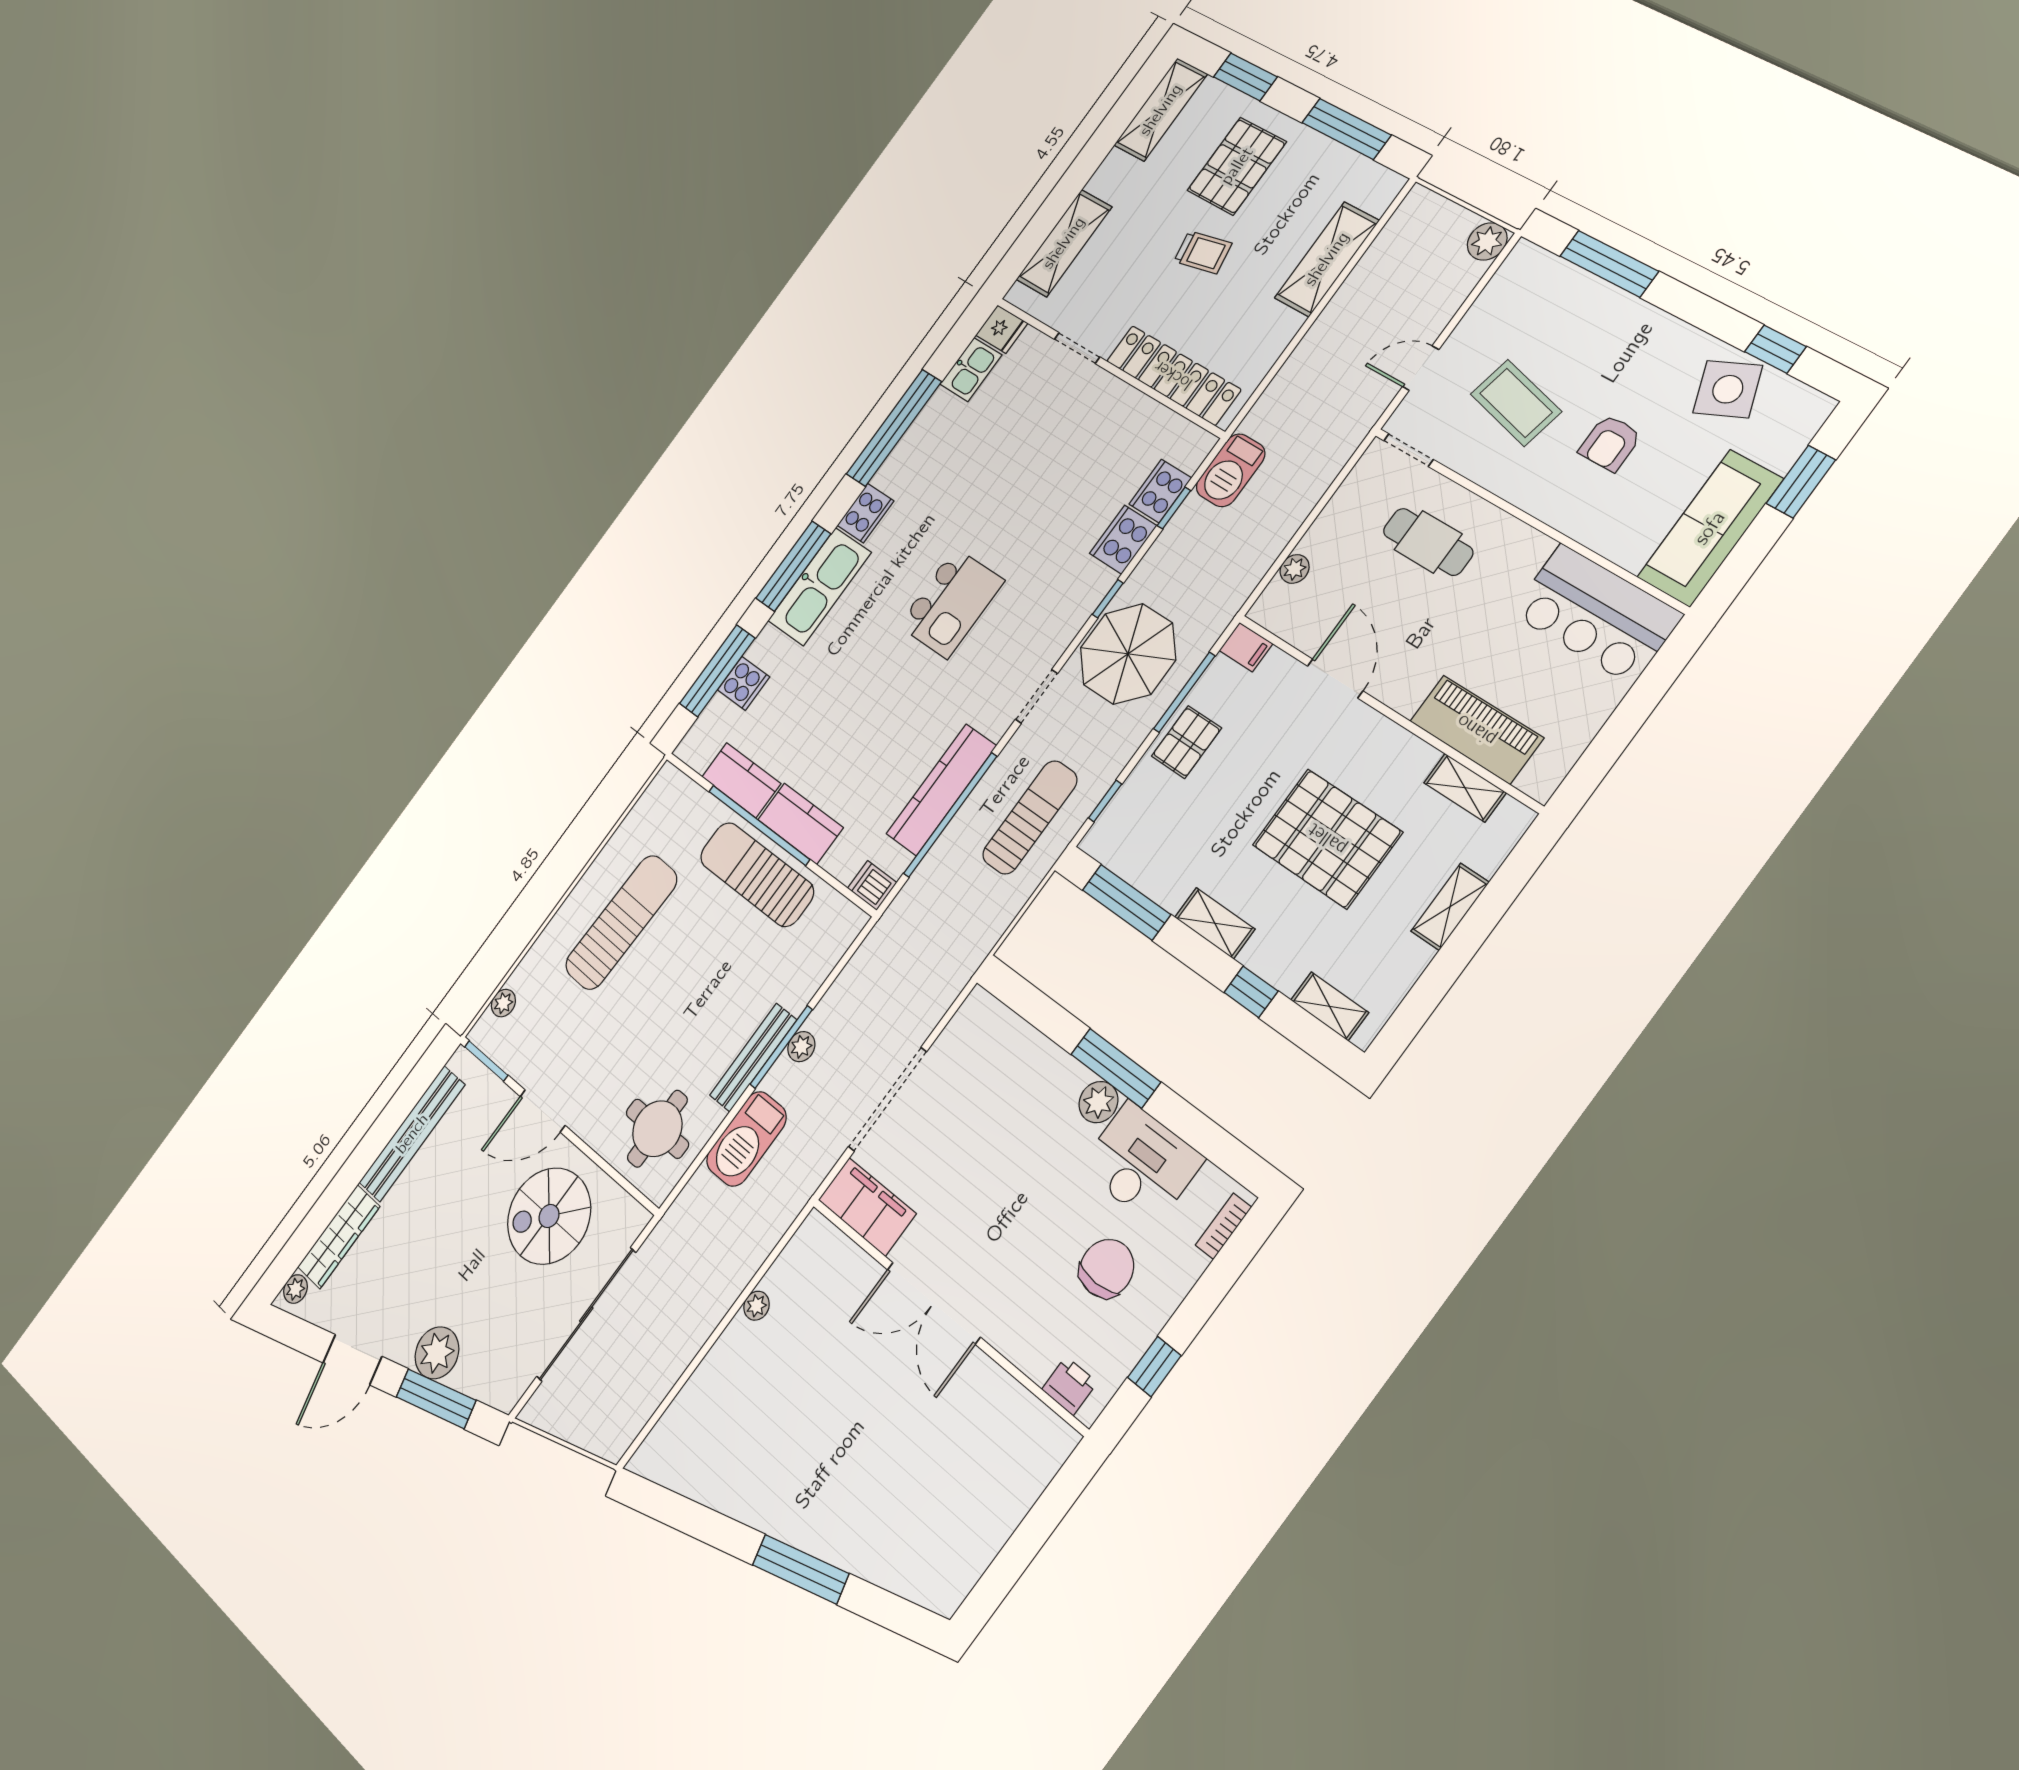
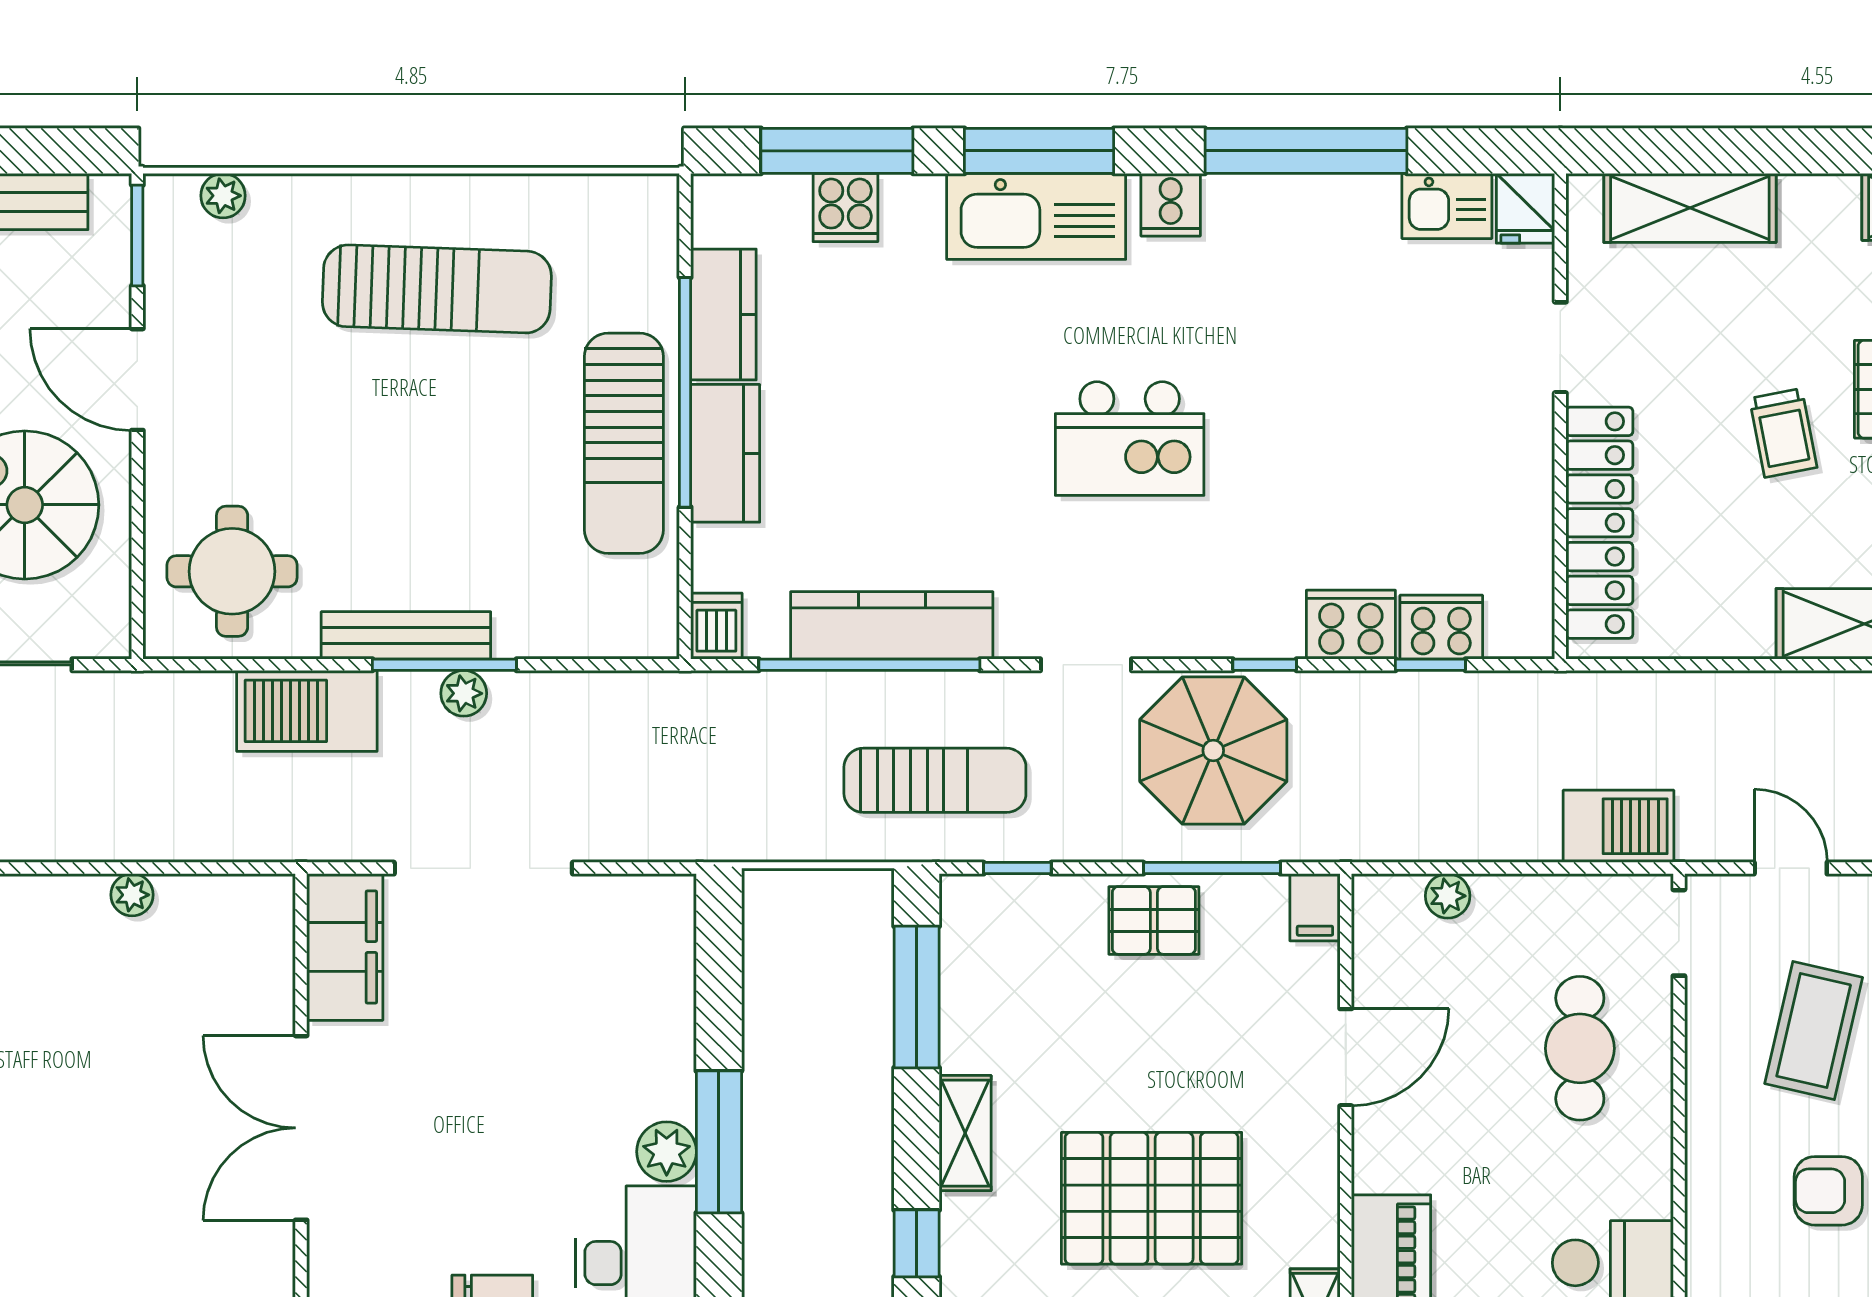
barbecue: (1231, 470) -> (1619, 826), moved, turned 180
cooker: (866, 513) -> (1171, 205), width x0.73
pallet: (1327, 839) -> (1152, 1198), turned 90
sun lounger: (757, 874) -> (624, 443), turned 180

